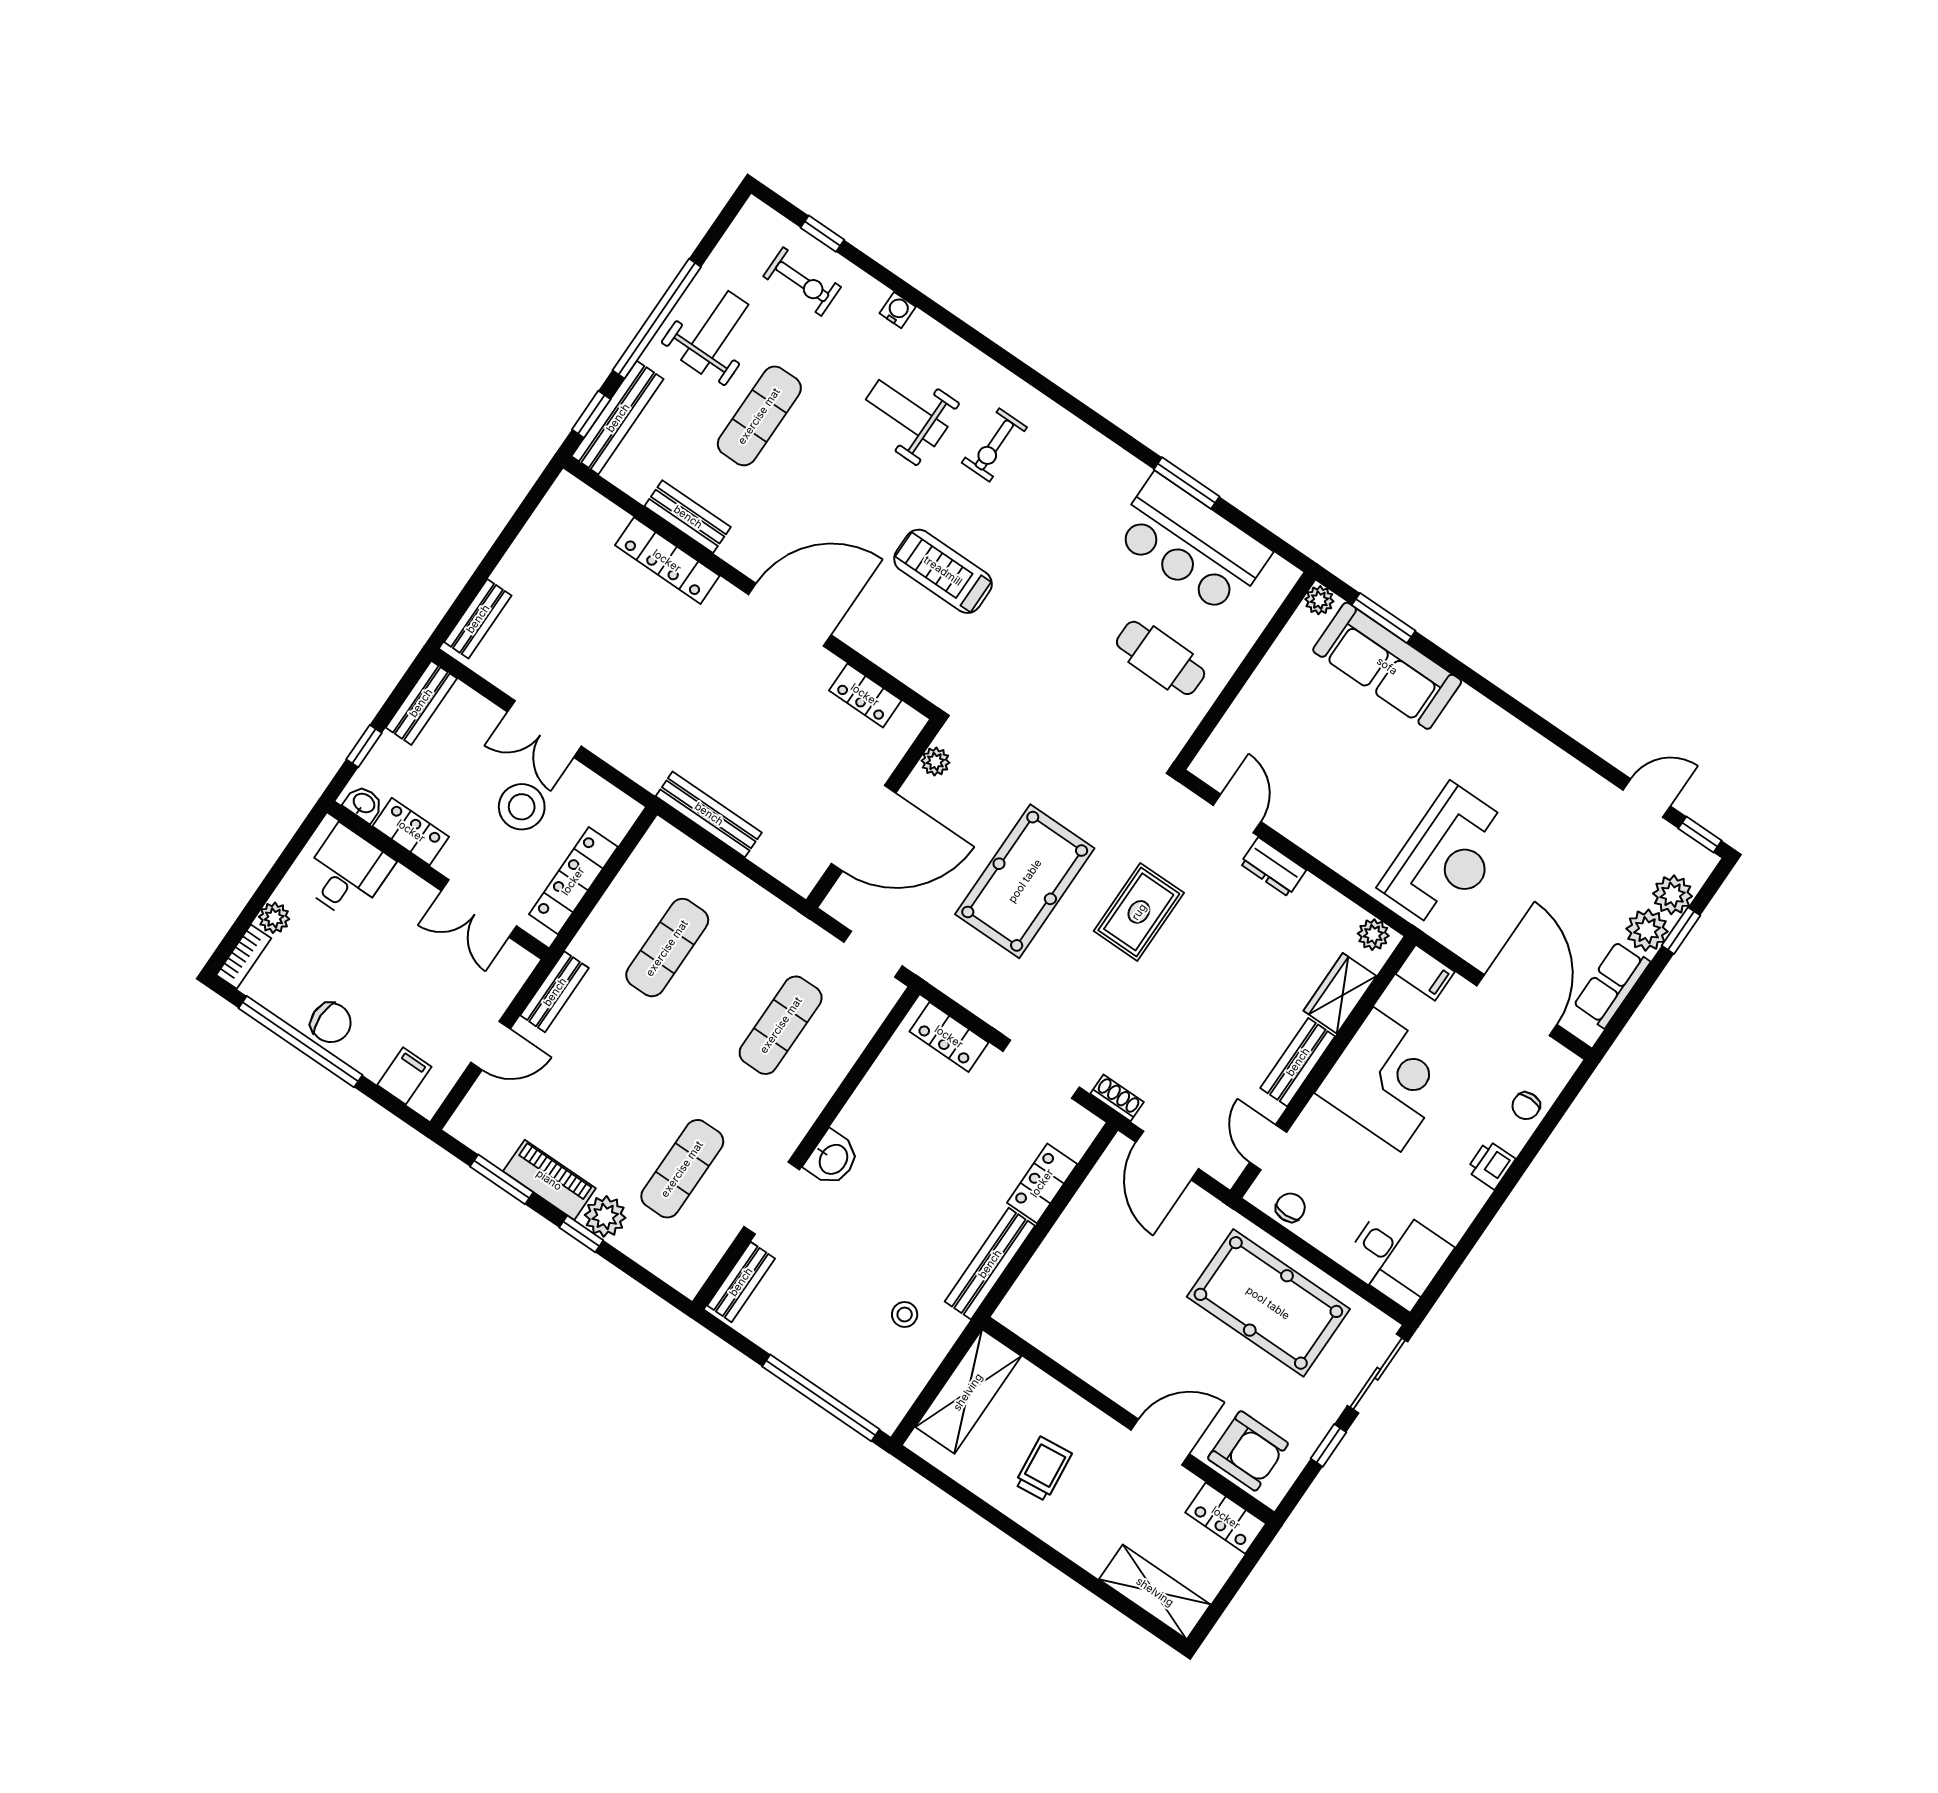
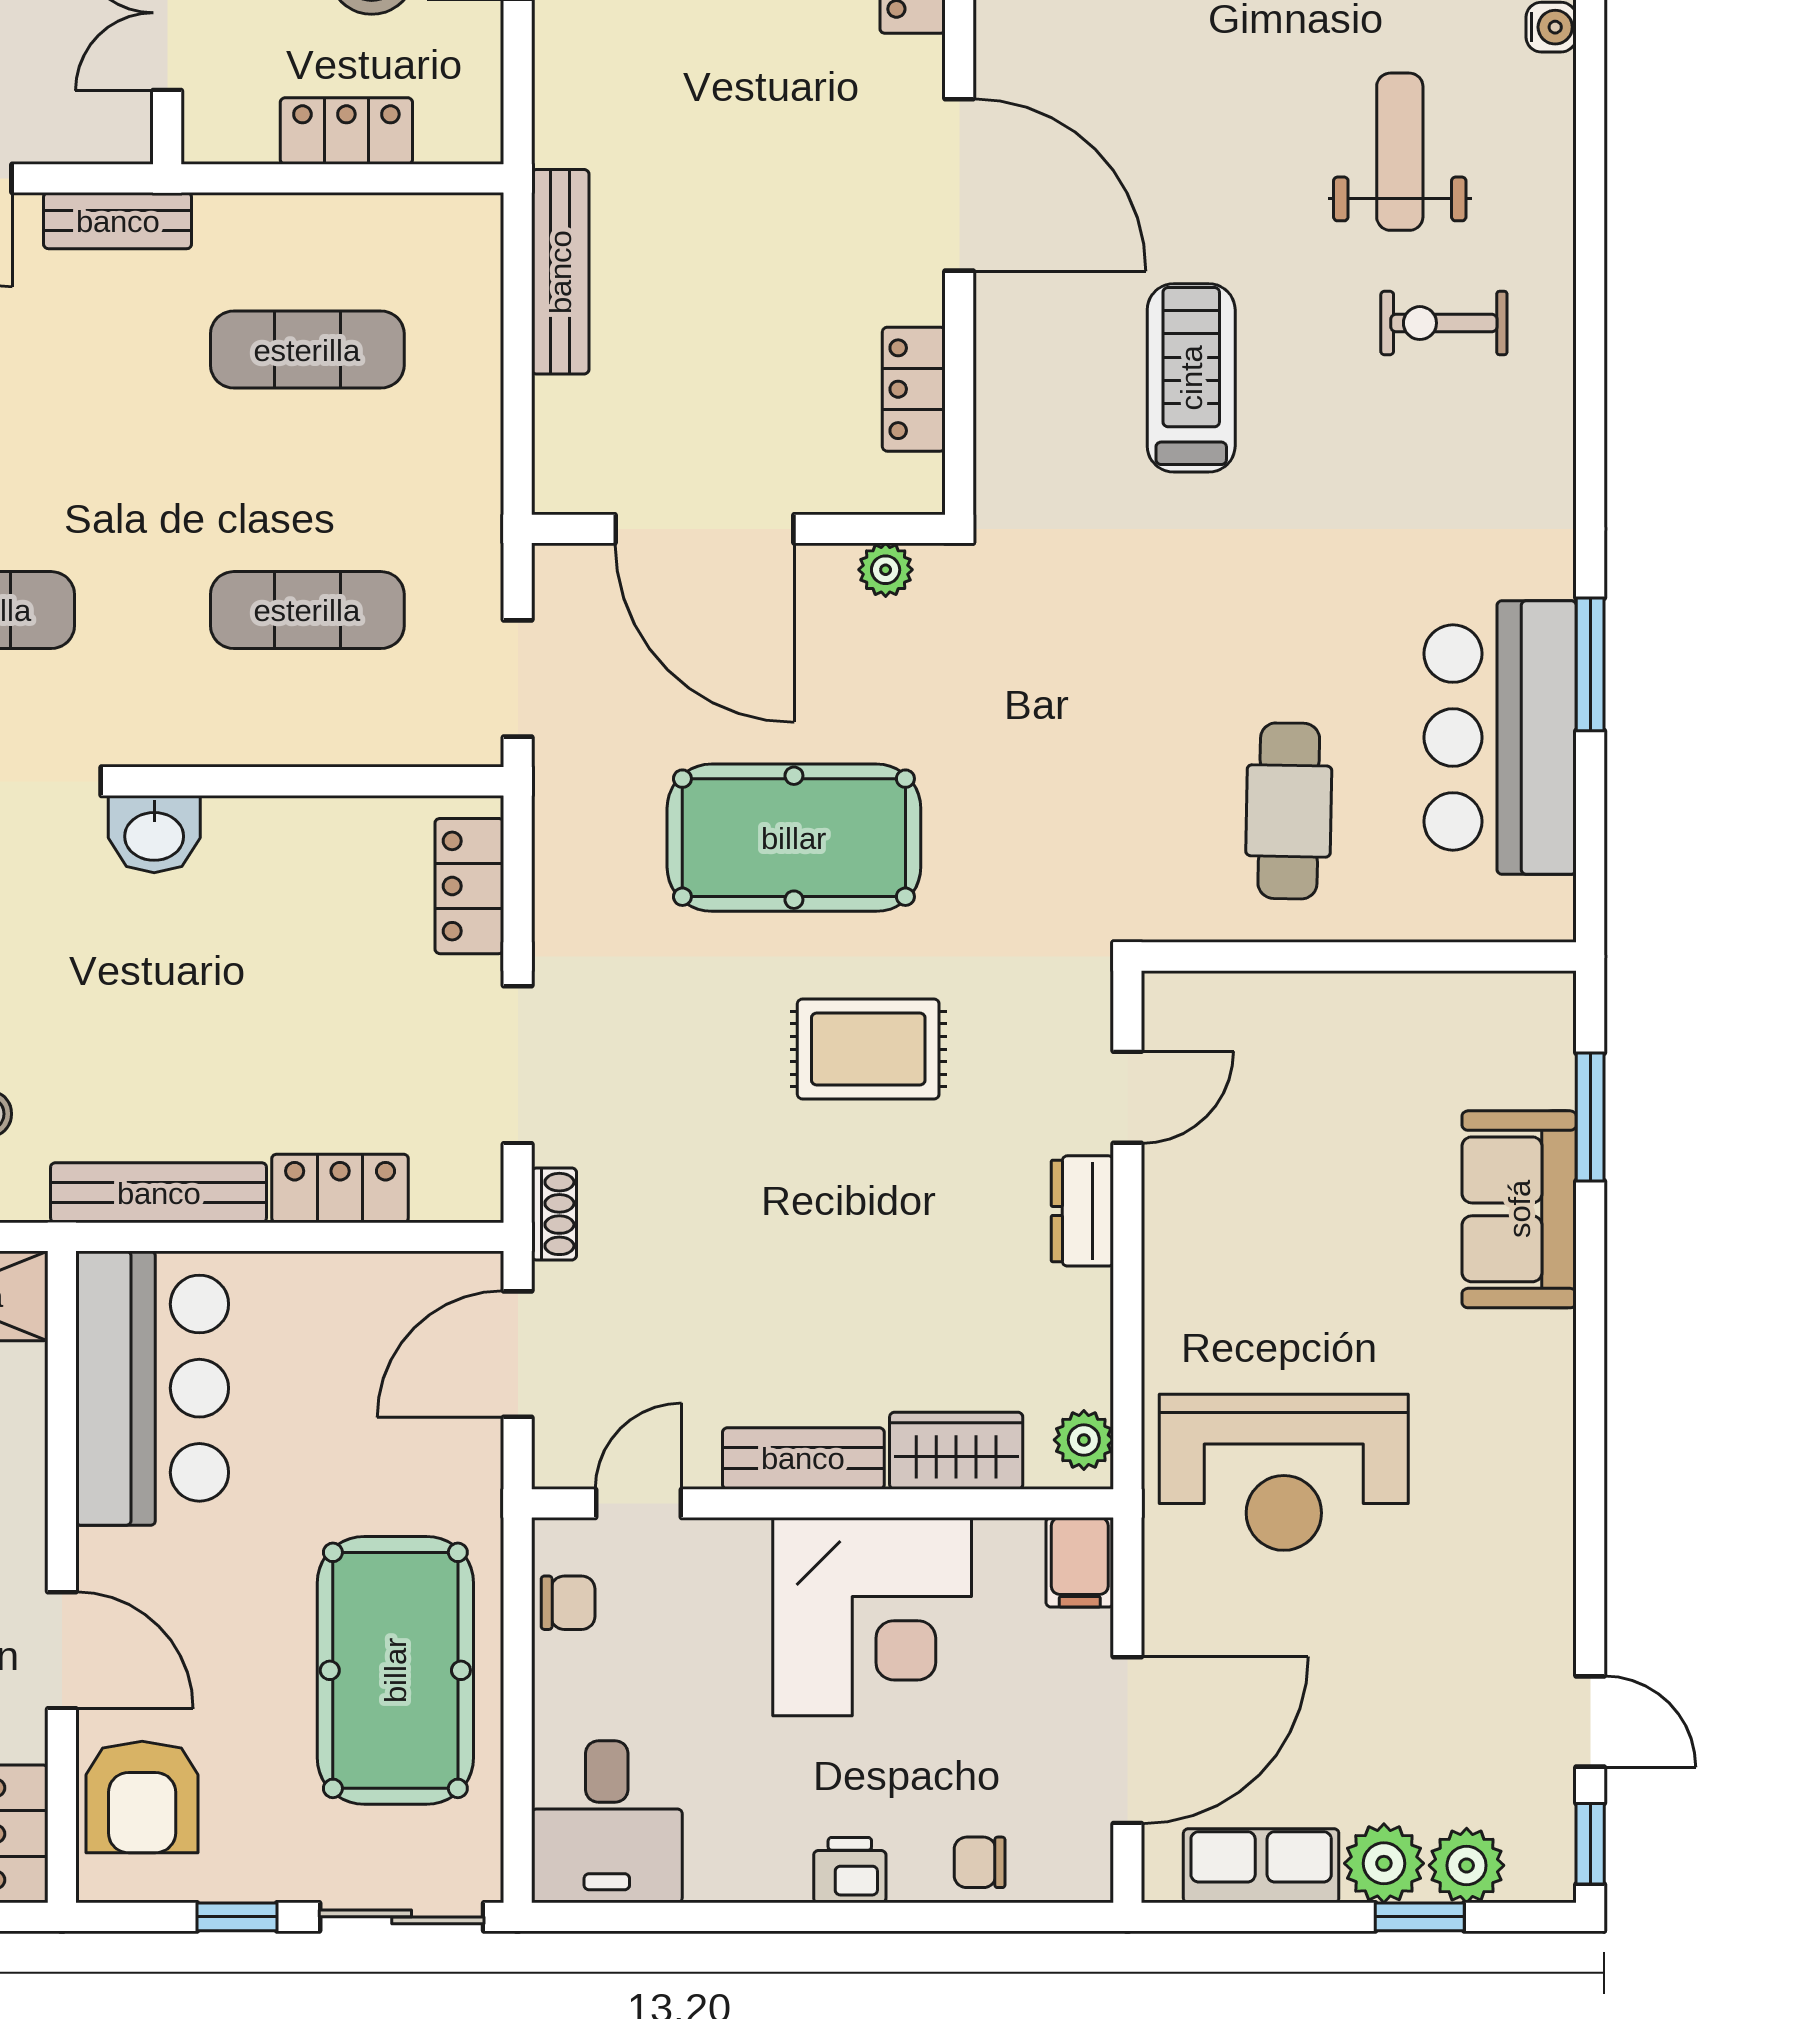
plant: (1319, 600) -> (1549, 998), removed
sofa: (1387, 666) -> (1519, 1209), width x0.73
locker: (573, 881) -> (346, 131), width x0.66
bar counter: (1073, 1325) -> (152, 1388), added

